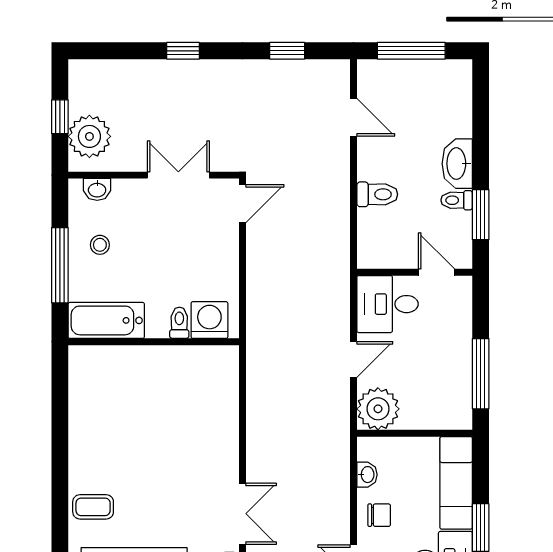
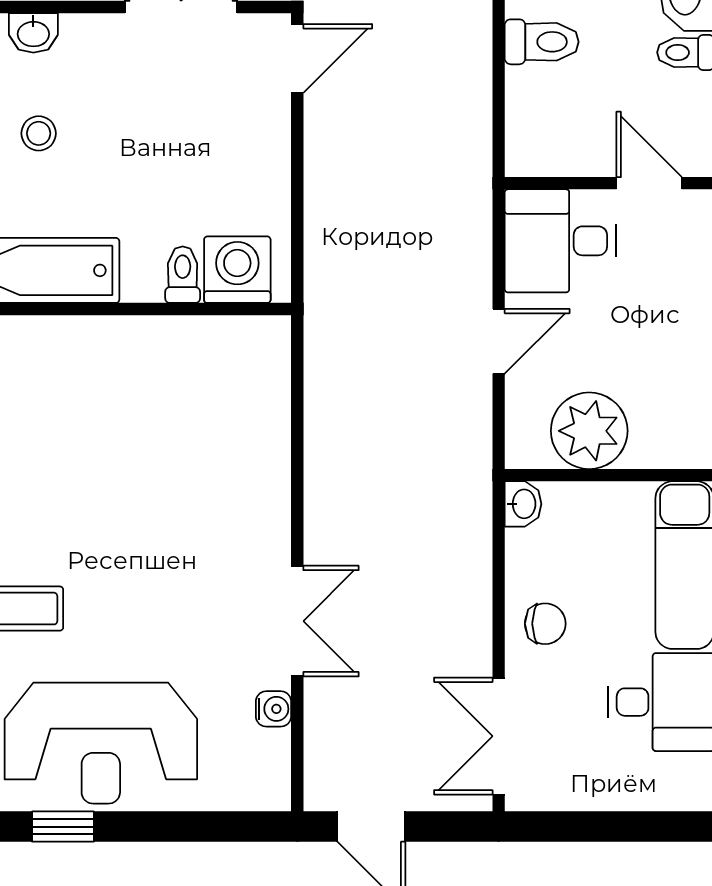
plant: (378, 409) -> (589, 431), moved
washbasin: (367, 475) -> (523, 504), moved

